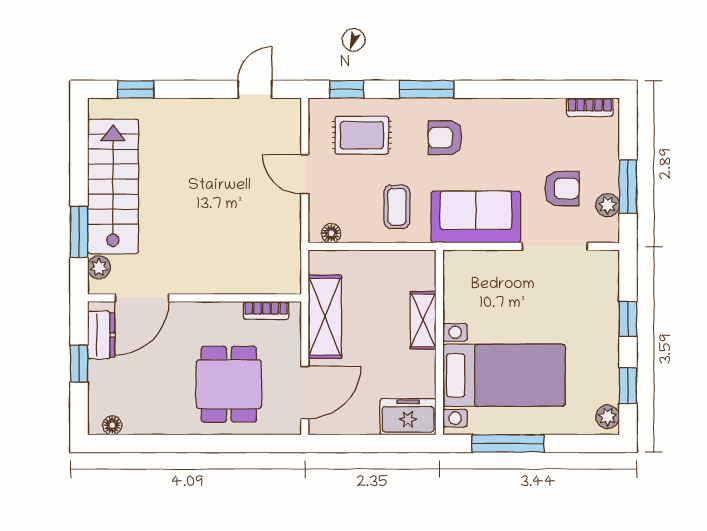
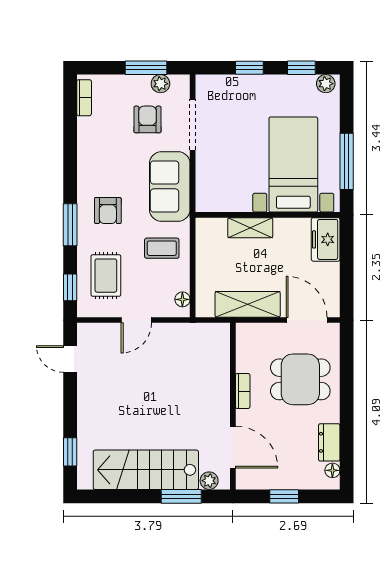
bookcase: (266, 310) -> (243, 391), moved
dresser: (101, 335) -> (329, 442), moved, turned -90

